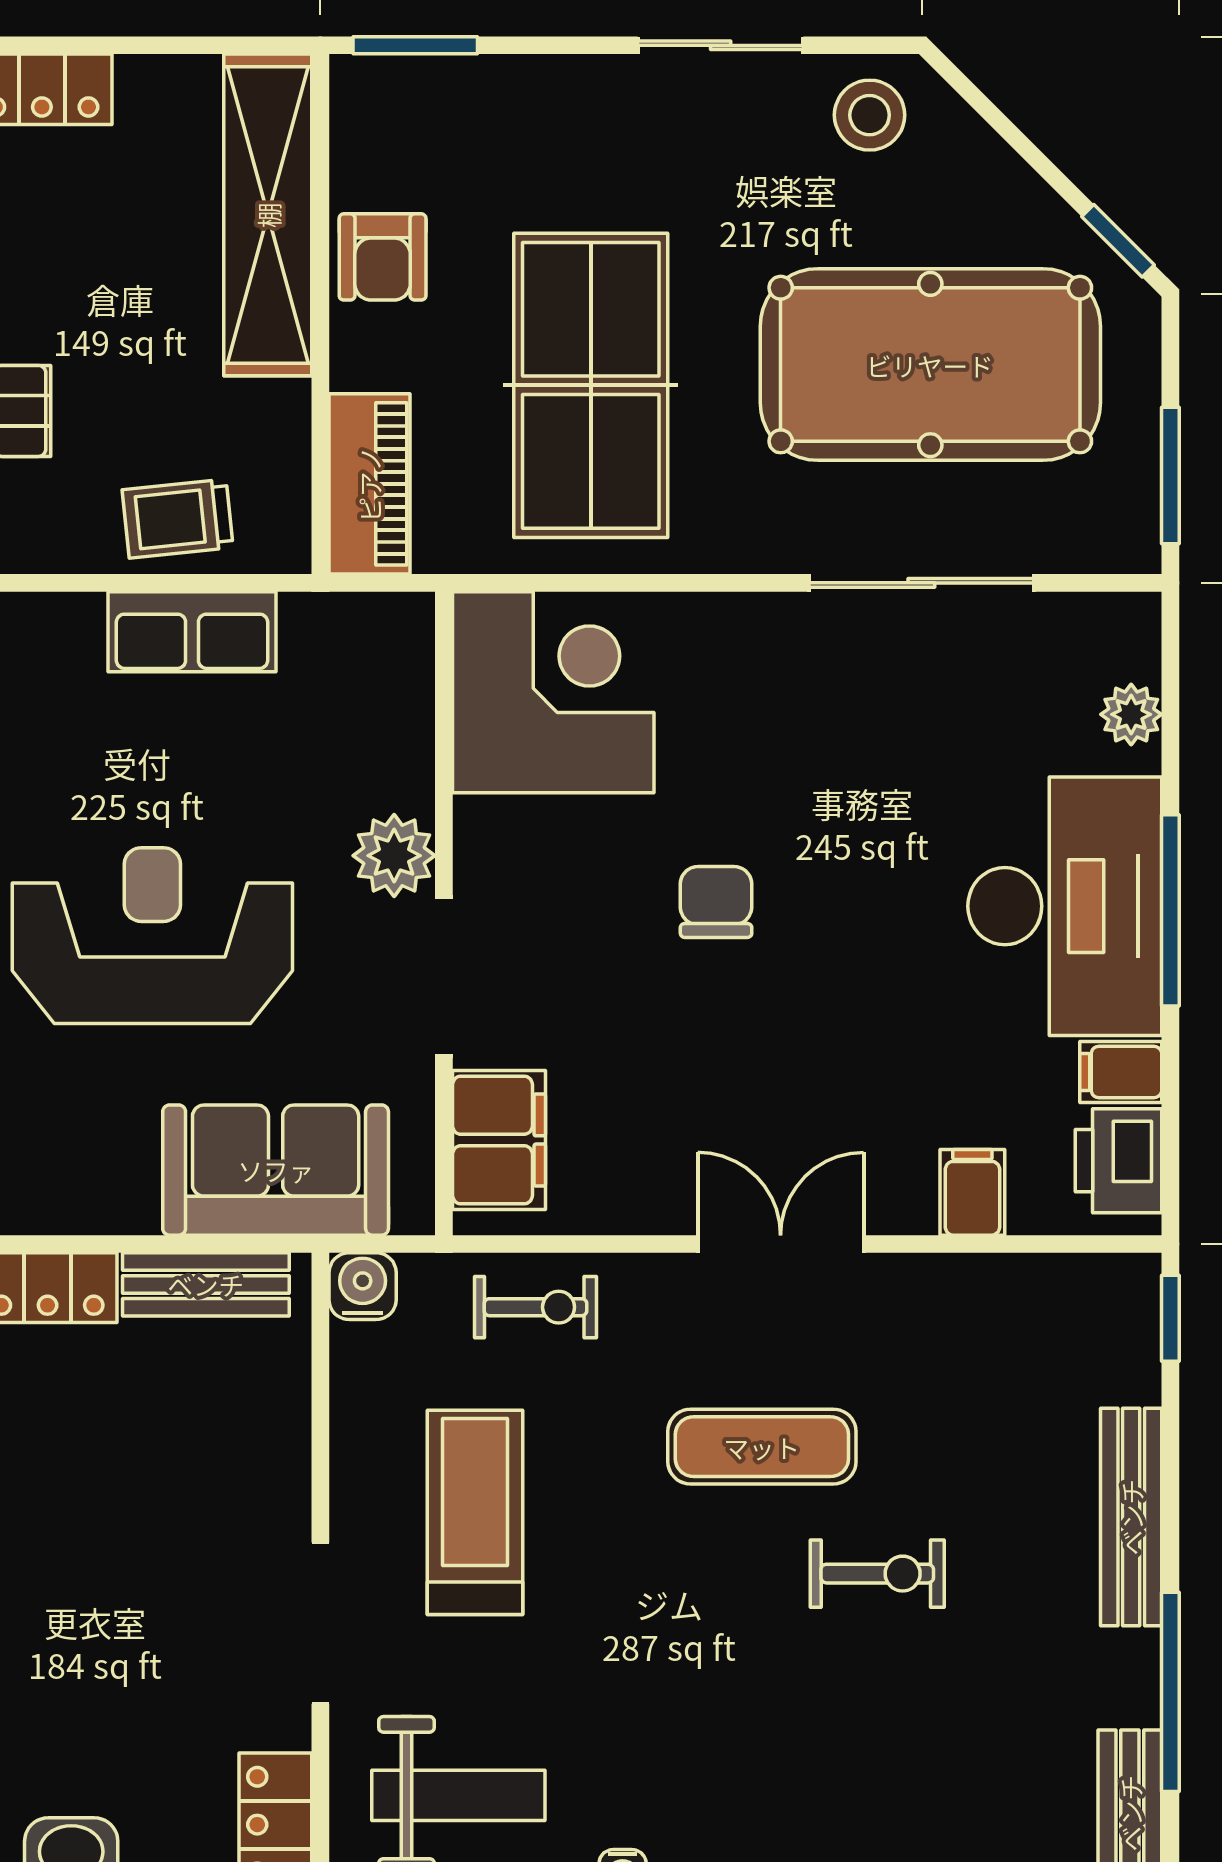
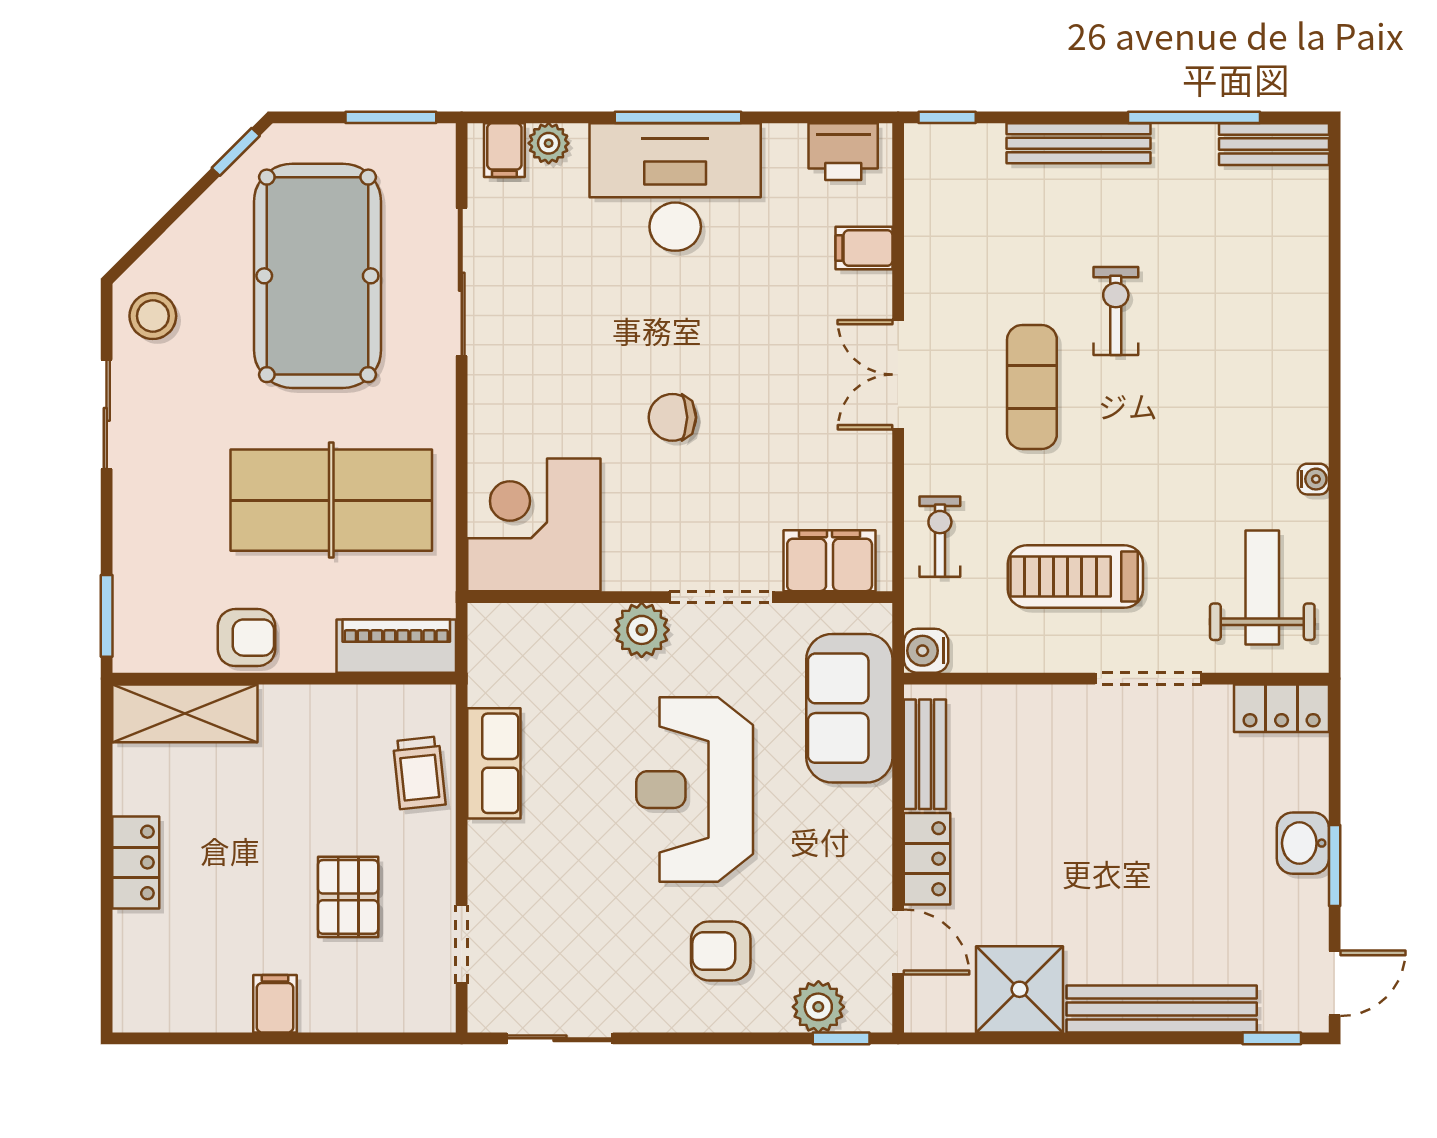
shelving: (268, 215) -> (185, 713), width x0.68
filing cabinet: (1121, 1072) -> (504, 150), moved

